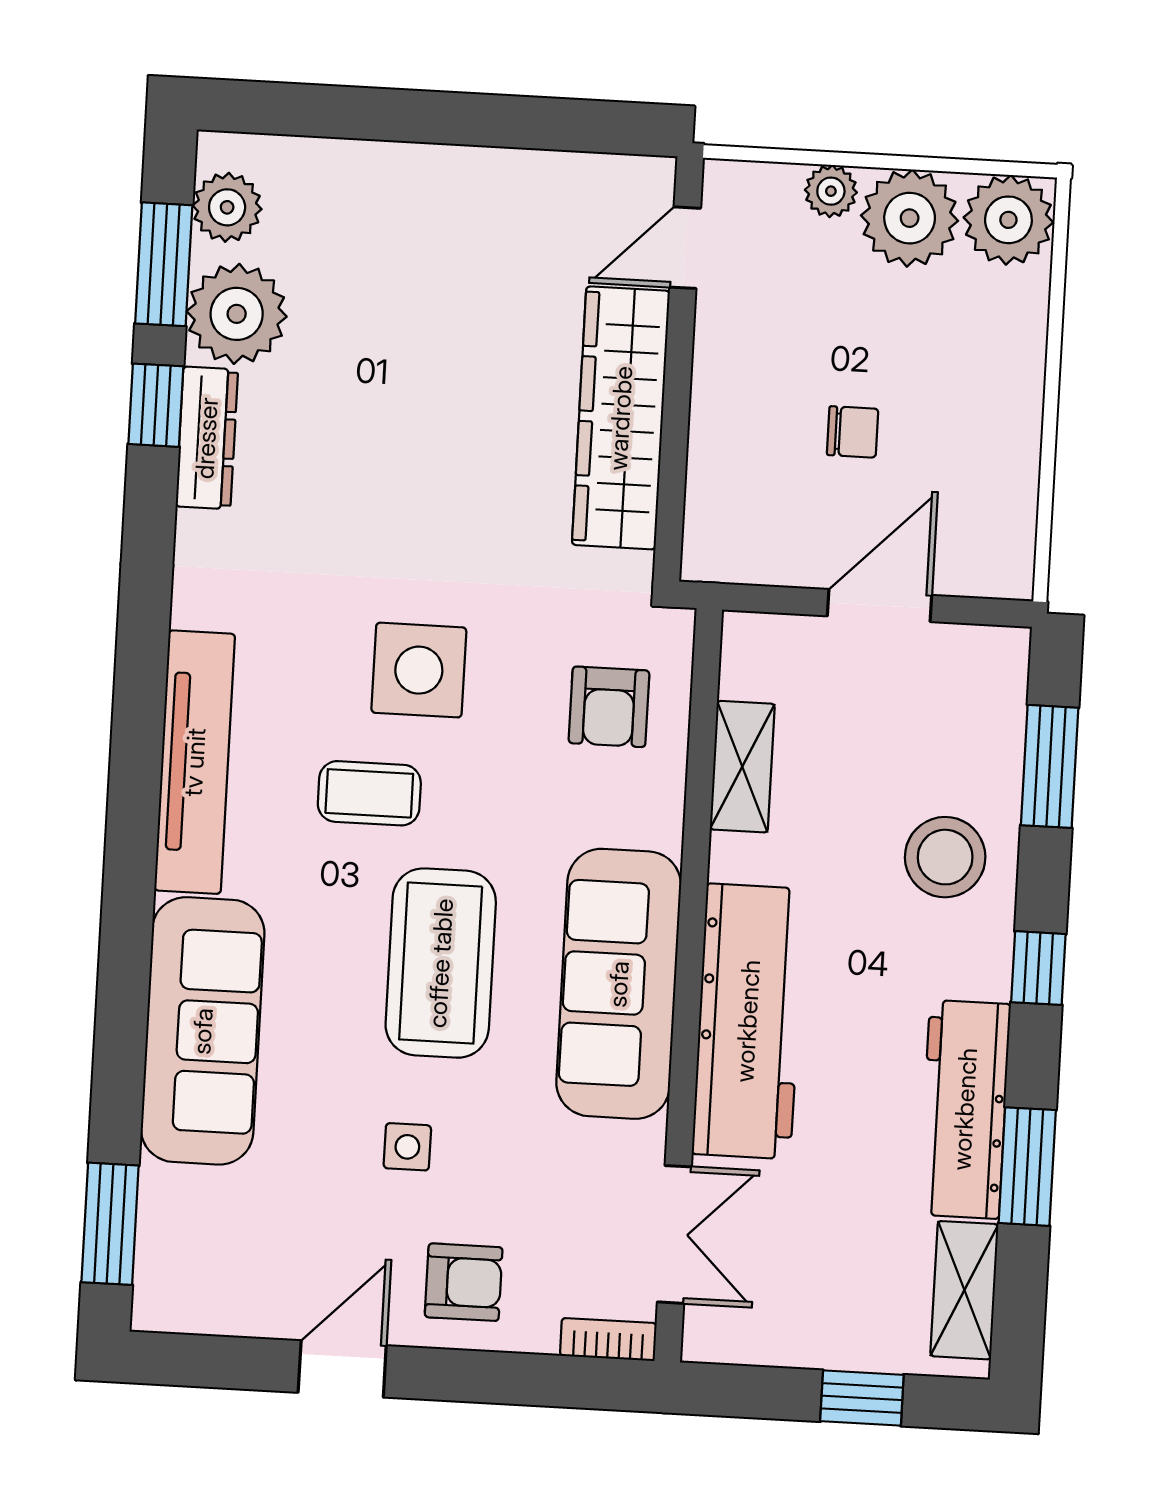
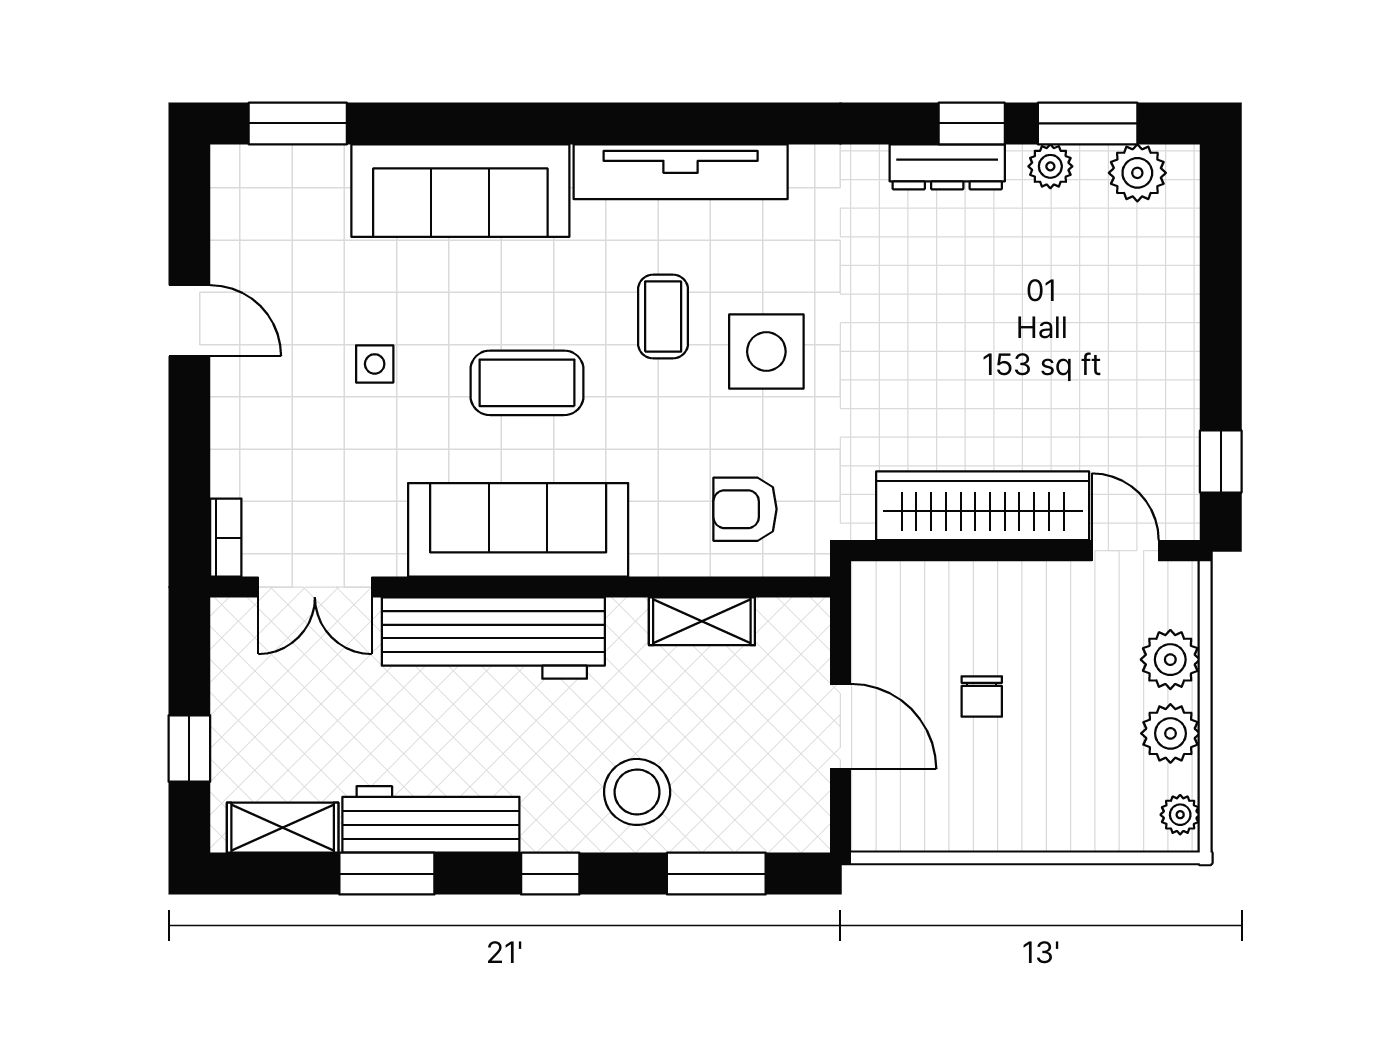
window: (583, 126) -> (1221, 461), added
plant: (831, 191) -> (1170, 660), width x1.38, depth x1.38
plant: (910, 218) -> (1170, 733), width x0.73, depth x0.73
plant: (1008, 220) -> (1180, 815), width x0.53, depth x0.53
plant: (237, 314) -> (1050, 166), width x0.53, depth x0.53
coffee table: (441, 963) -> (527, 383), width x0.73, depth x0.76
armchair: (464, 1282) -> (266, 416), removed

